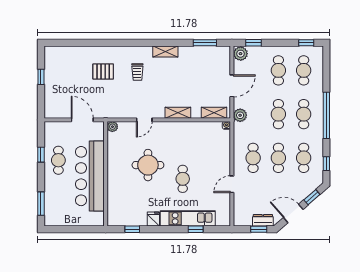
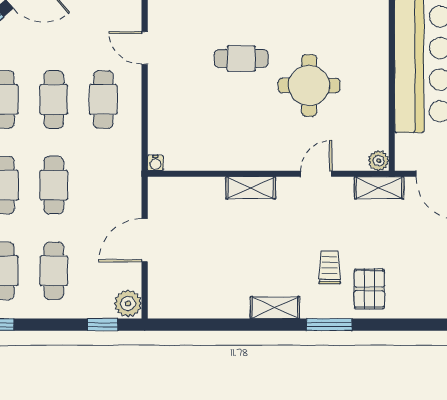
window: (205, 43) -> (329, 325), moved
pallet: (103, 72) -> (369, 289), moved, turned 90
shelving: (214, 113) -> (379, 188), moved
plant: (240, 115) -> (129, 183), removed
cafe table: (183, 179) -> (241, 59), turned 90
door: (232, 184) -> (145, 48), swing flipped

